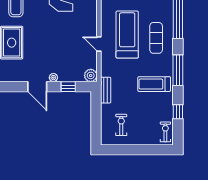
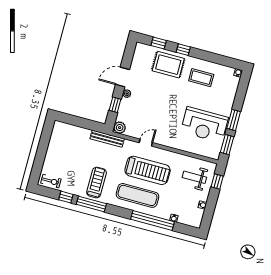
exercise mat: (156, 38) -> (138, 195), width x1.36, depth x1.45
window: (178, 70) -> (91, 204), moved
bench: (106, 90) -> (107, 139), width x1.36
exercise bike: (121, 125) -> (68, 143), removed

